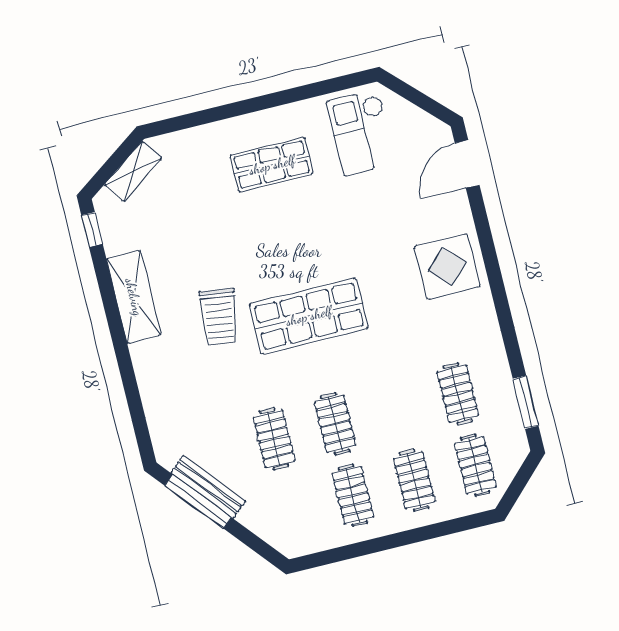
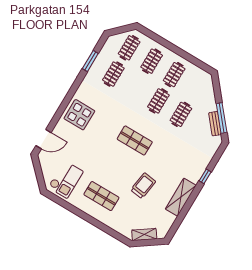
window: (92, 230) -> (205, 176), moved
shop shelf: (309, 316) -> (135, 140), width x0.70, depth x0.74
trolley: (219, 317) -> (143, 186), moved
window: (526, 402) -> (90, 61), moved
bench: (208, 487) -> (215, 124), width x0.73

